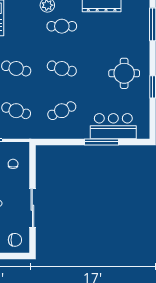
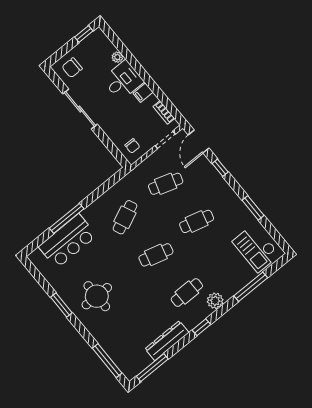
chair: (13, 164) -> (132, 146), moved

